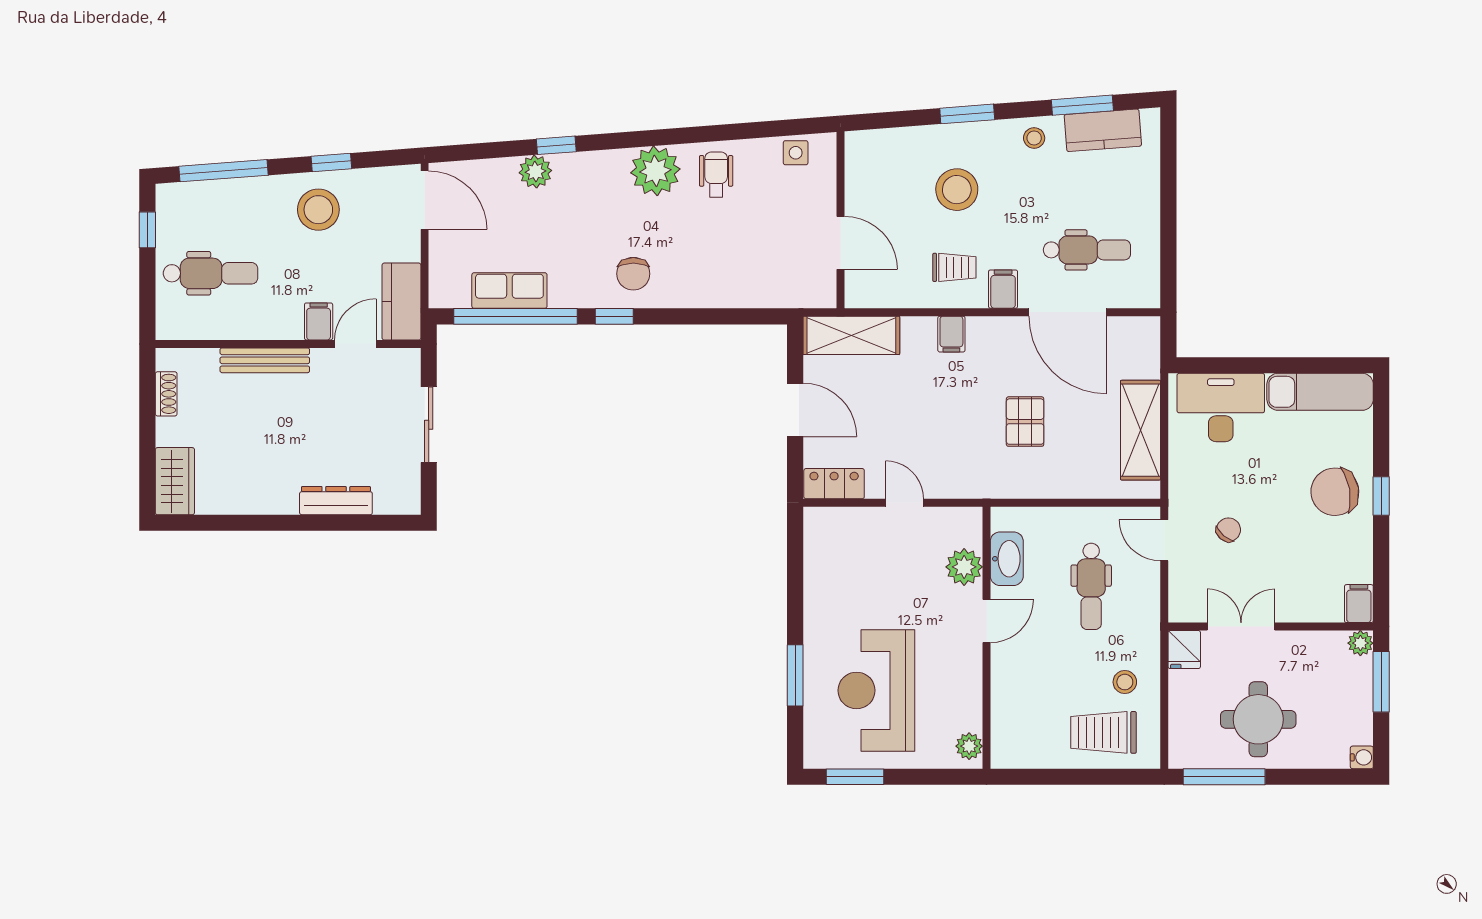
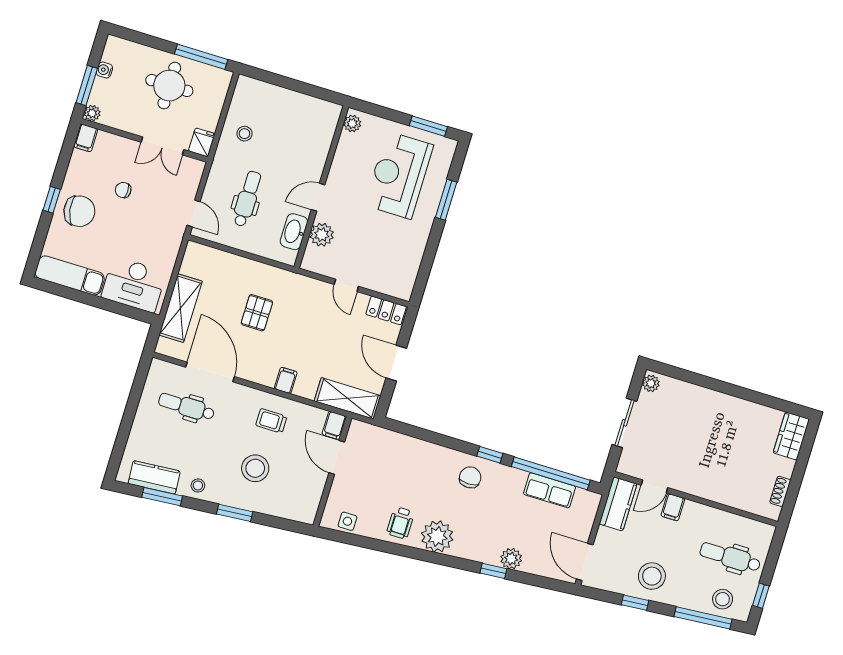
stool: (203, 207) -> (723, 599), added
filing cabinet: (1003, 289) -> (334, 425), moved
bench: (265, 360) -> (713, 493), removed
shelving: (1141, 430) -> (181, 308), moved
plant: (407, 496) -> (651, 383), added
dresser: (336, 501) -> (696, 394), removed
chair: (1228, 530) -> (123, 190), moved, turned 50
reception desk: (876, 690) -> (399, 175), turned 180
trolley: (1103, 732) -> (267, 107), removed
water cooler: (1362, 757) -> (104, 70), moved

